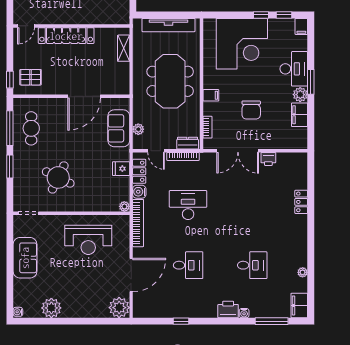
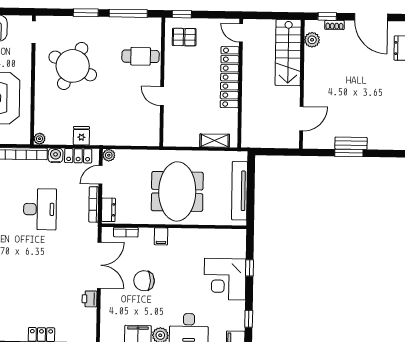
window: (261, 15) -> (249, 268), moved
corner desk: (242, 44) -> (225, 279), width x0.74, depth x0.74
pallet: (31, 77) -> (184, 37), turned 90
meeting table: (170, 81) -> (177, 191), turned 90
door: (84, 96) -> (162, 96), width x0.53
cafe table: (31, 128) -> (141, 56), moved
sofa: (119, 128) -> (126, 134), removed
plant: (138, 129) -> (109, 155), moved
double door: (238, 151) -> (99, 265), swing flipped
round table: (58, 177) -> (73, 66), width x1.36, depth x1.36

